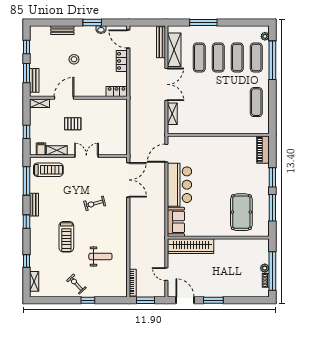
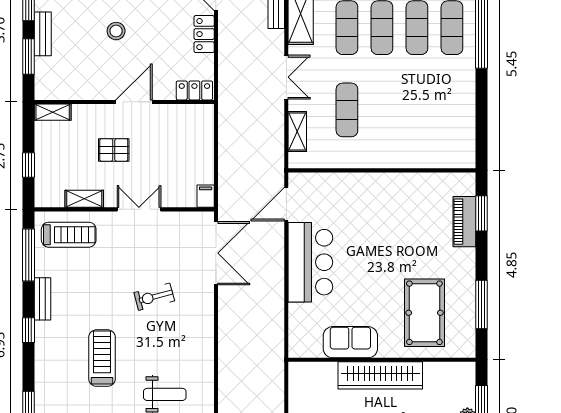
bench: (34, 80) -> (43, 34), moved
double door: (166, 84) -> (286, 77), width x0.73
door: (64, 98) -> (134, 102), moved
exercise mat: (256, 102) -> (347, 110), moved
filing cabinet: (41, 149) -> (206, 196), moved
piano: (263, 150) -> (464, 222), moved
window: (272, 177) -> (482, 213), moved
sofa: (176, 222) -> (350, 342), moved, turned -90
treadmill: (66, 237) -> (102, 358), turned 180
wardrobe: (191, 246) -> (380, 375), moved

